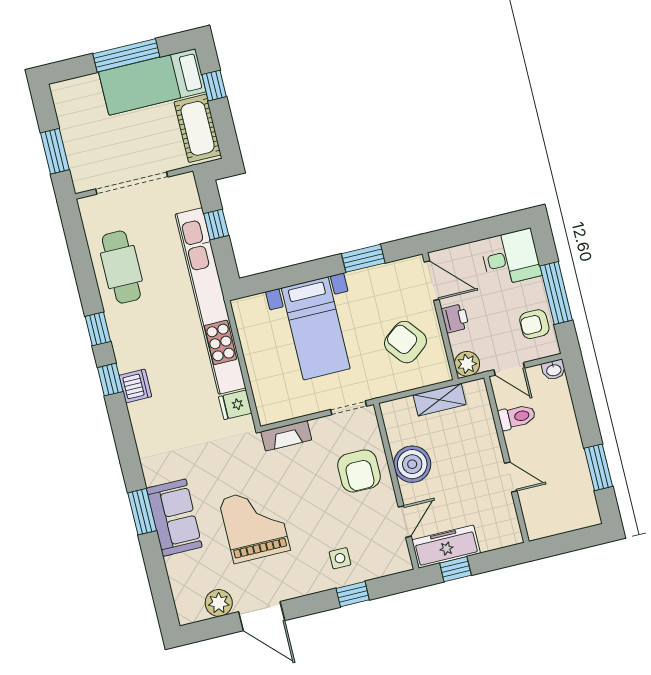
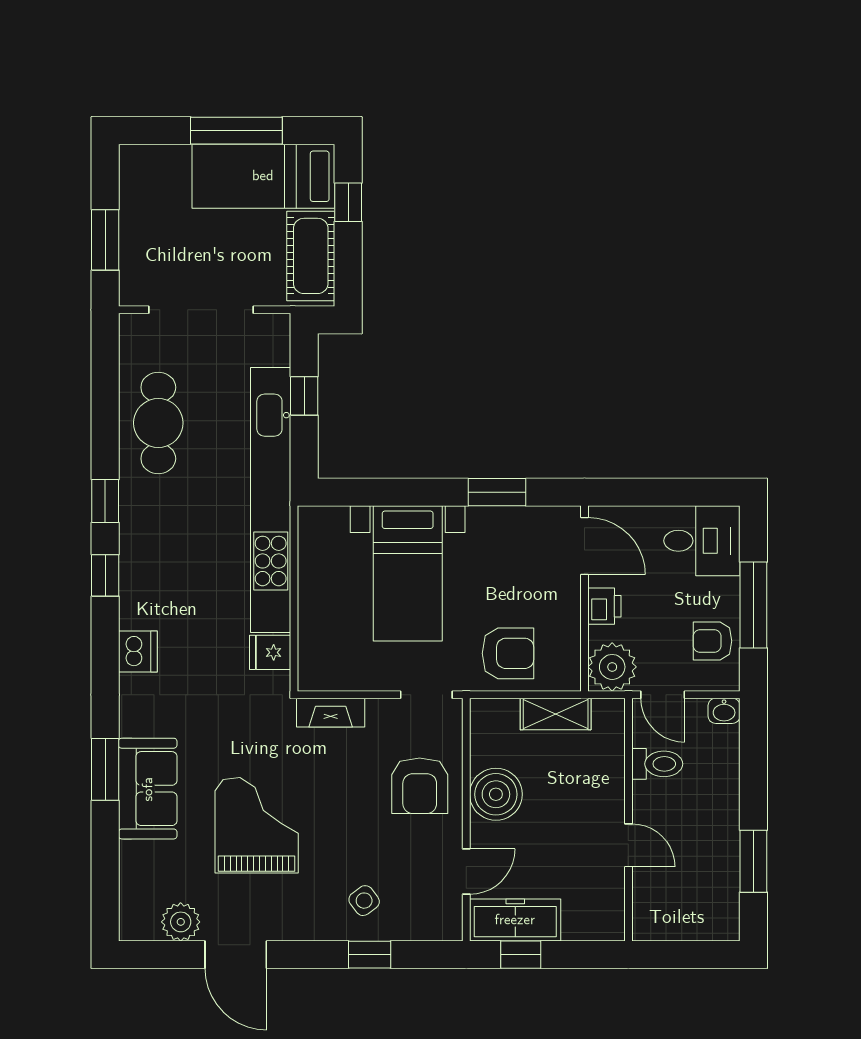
armchair: (405, 342) -> (508, 653), moved, turned 128
plant: (467, 364) -> (612, 667), width x1.36, depth x1.36
dishwasher: (135, 386) -> (138, 651), moved
side table: (340, 558) -> (364, 901), turned -37

